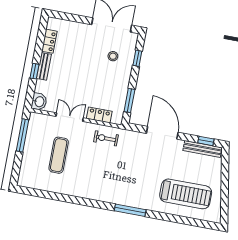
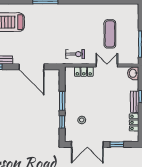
window: (75, 18) -> (117, 144), added
window: (129, 101) -> (62, 101), moved
double door: (70, 117) -> (107, 65), swing flipped

